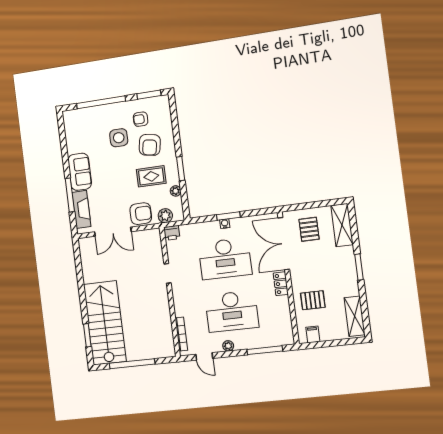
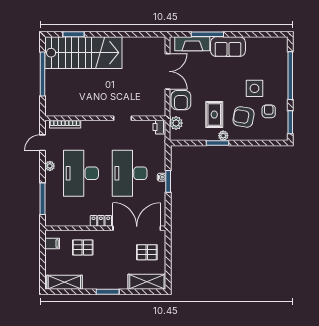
plant: (176, 191) -> (223, 136), moved
double door: (113, 232) -> (168, 71), swing flipped
pallet: (313, 300) -> (83, 247), turned 90

